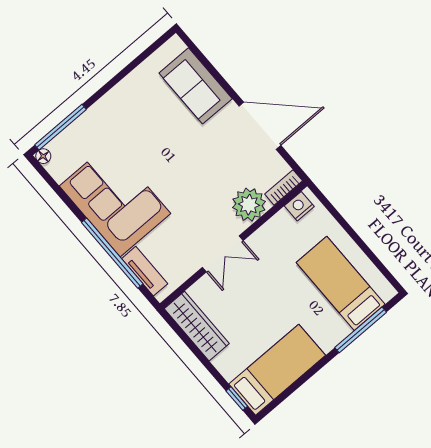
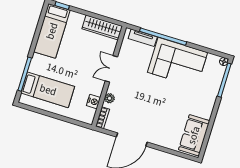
sofa: (196, 86) -> (194, 135), moved, turned -90
plant: (249, 205) -> (109, 98), width x0.53, depth x0.53
nightstand: (299, 206) -> (93, 102), moved

